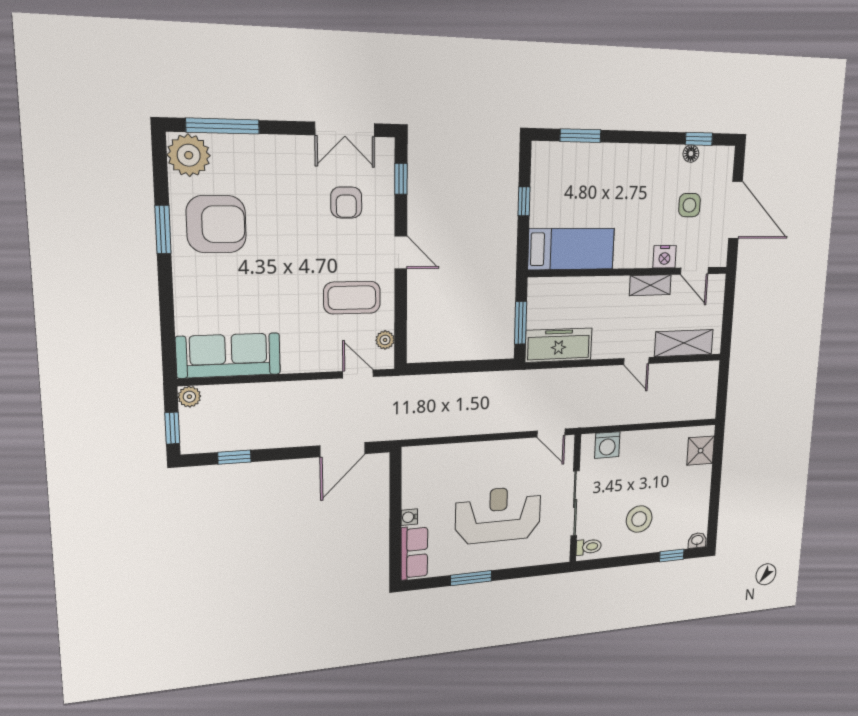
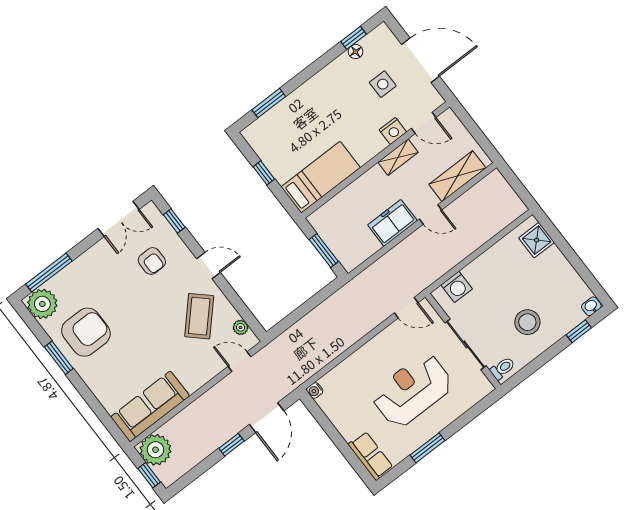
coffee table: (352, 298) -> (199, 316), turned -47
freezer: (559, 345) -> (392, 223), moved, width x0.71
plant: (189, 397) -> (155, 450), width x1.87, depth x1.87
window: (234, 457) -> (232, 445), moved
water cooler: (409, 517) -> (315, 390), moved

